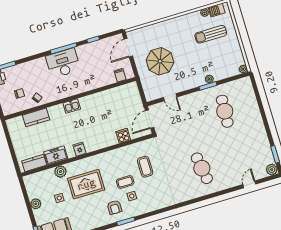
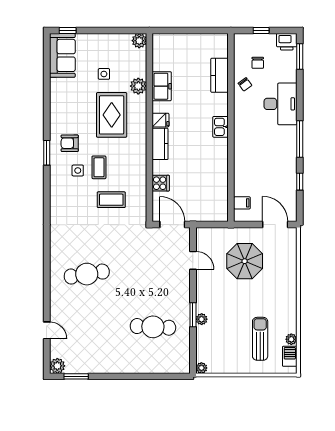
desk: (63, 63) -> (281, 104), moved
door: (170, 97) -> (193, 260), swing flipped
kitchen counter: (34, 163) -> (160, 144), moved
plant: (36, 204) -> (139, 41), moved

